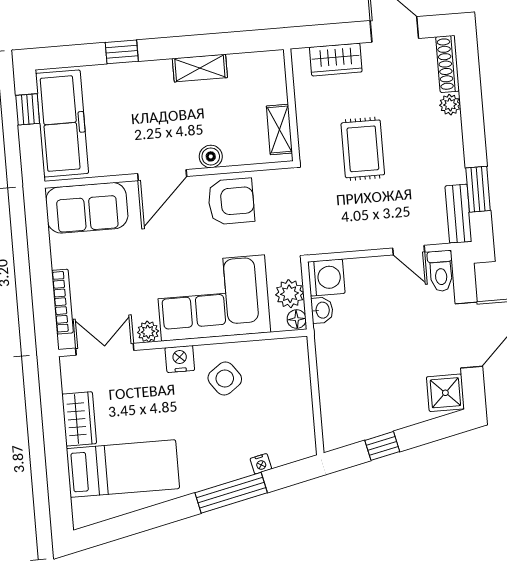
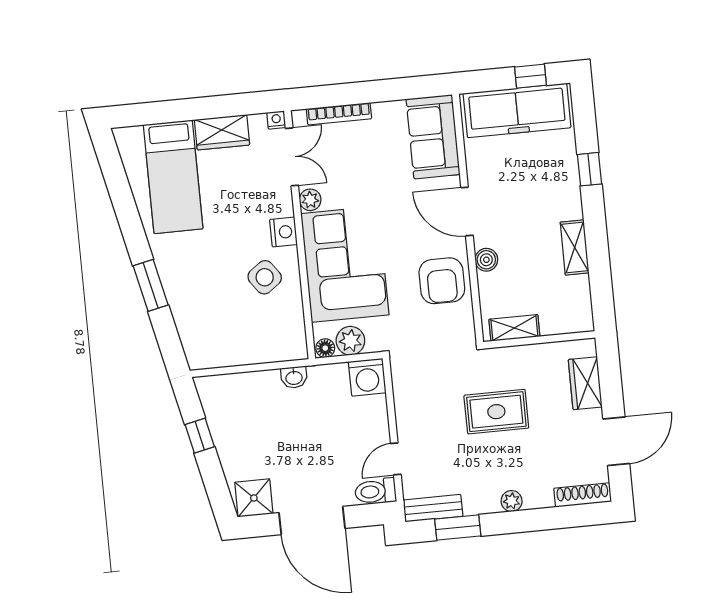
plant: (450, 105) -> (512, 501), moved
washbasin: (322, 310) -> (294, 377), moved
nightstand: (261, 464) -> (276, 120), moved, turned 102
window: (231, 493) -> (151, 285), width x0.69

